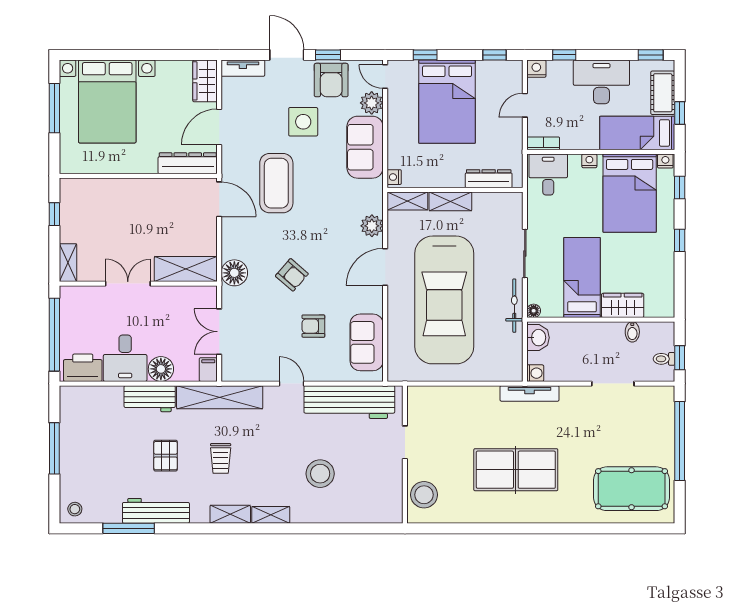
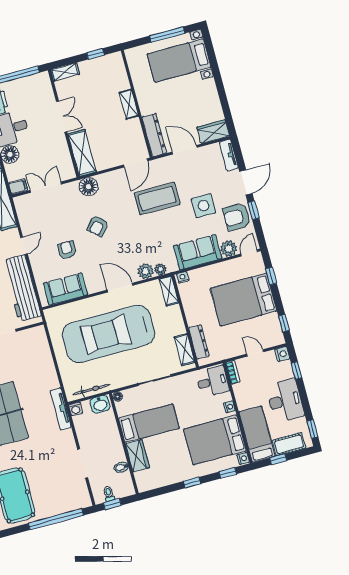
bed with nightstands: (107, 101) -> (179, 60), width x0.73
shelving: (136, 187) -> (129, 104), added
shelving: (450, 201) -> (184, 350), moved
plant: (375, 205) -> (160, 269), added
bicycle: (514, 306) -> (91, 389), moved

